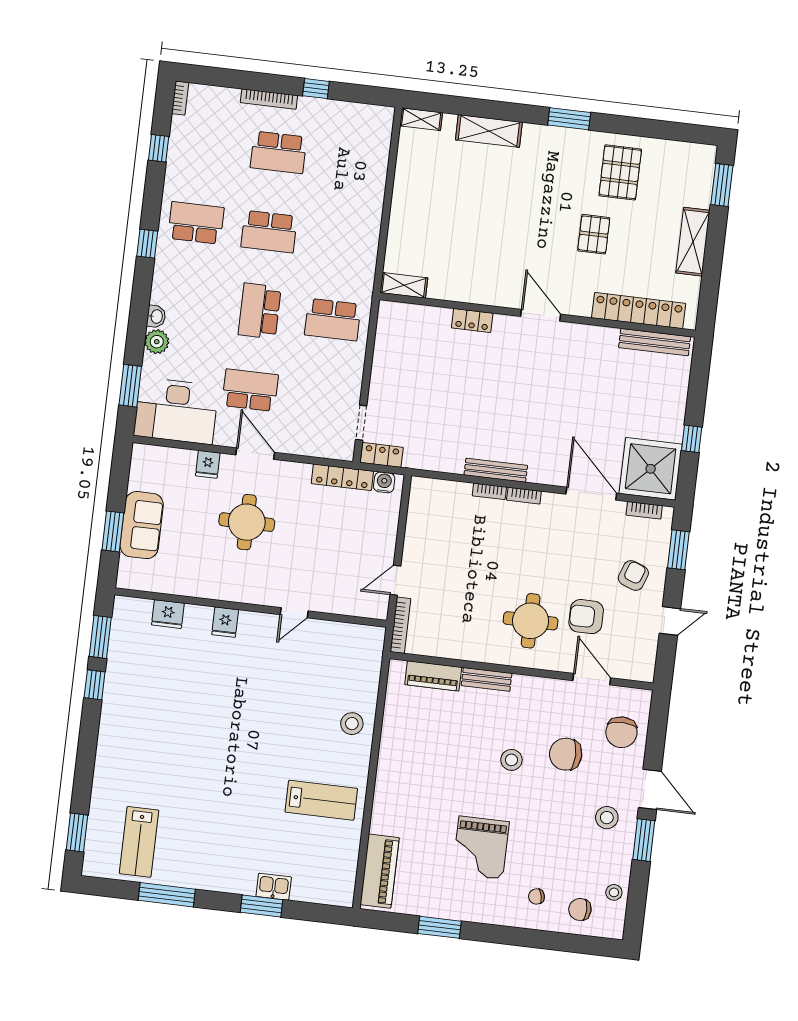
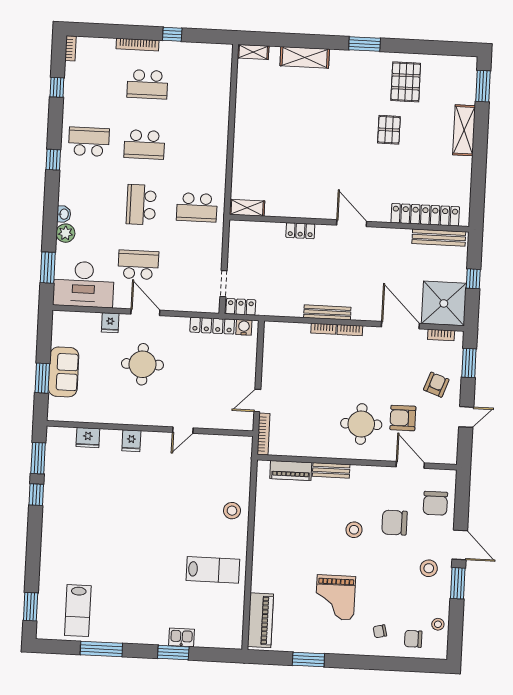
shelving: (404, 285) -> (247, 208), moved
locker: (639, 311) -> (425, 215), moved
wall: (537, 315) -> (349, 223), moved
door: (541, 315) -> (352, 223), moved
locker: (472, 320) -> (300, 231), moved
bench: (655, 342) -> (439, 238), moved

